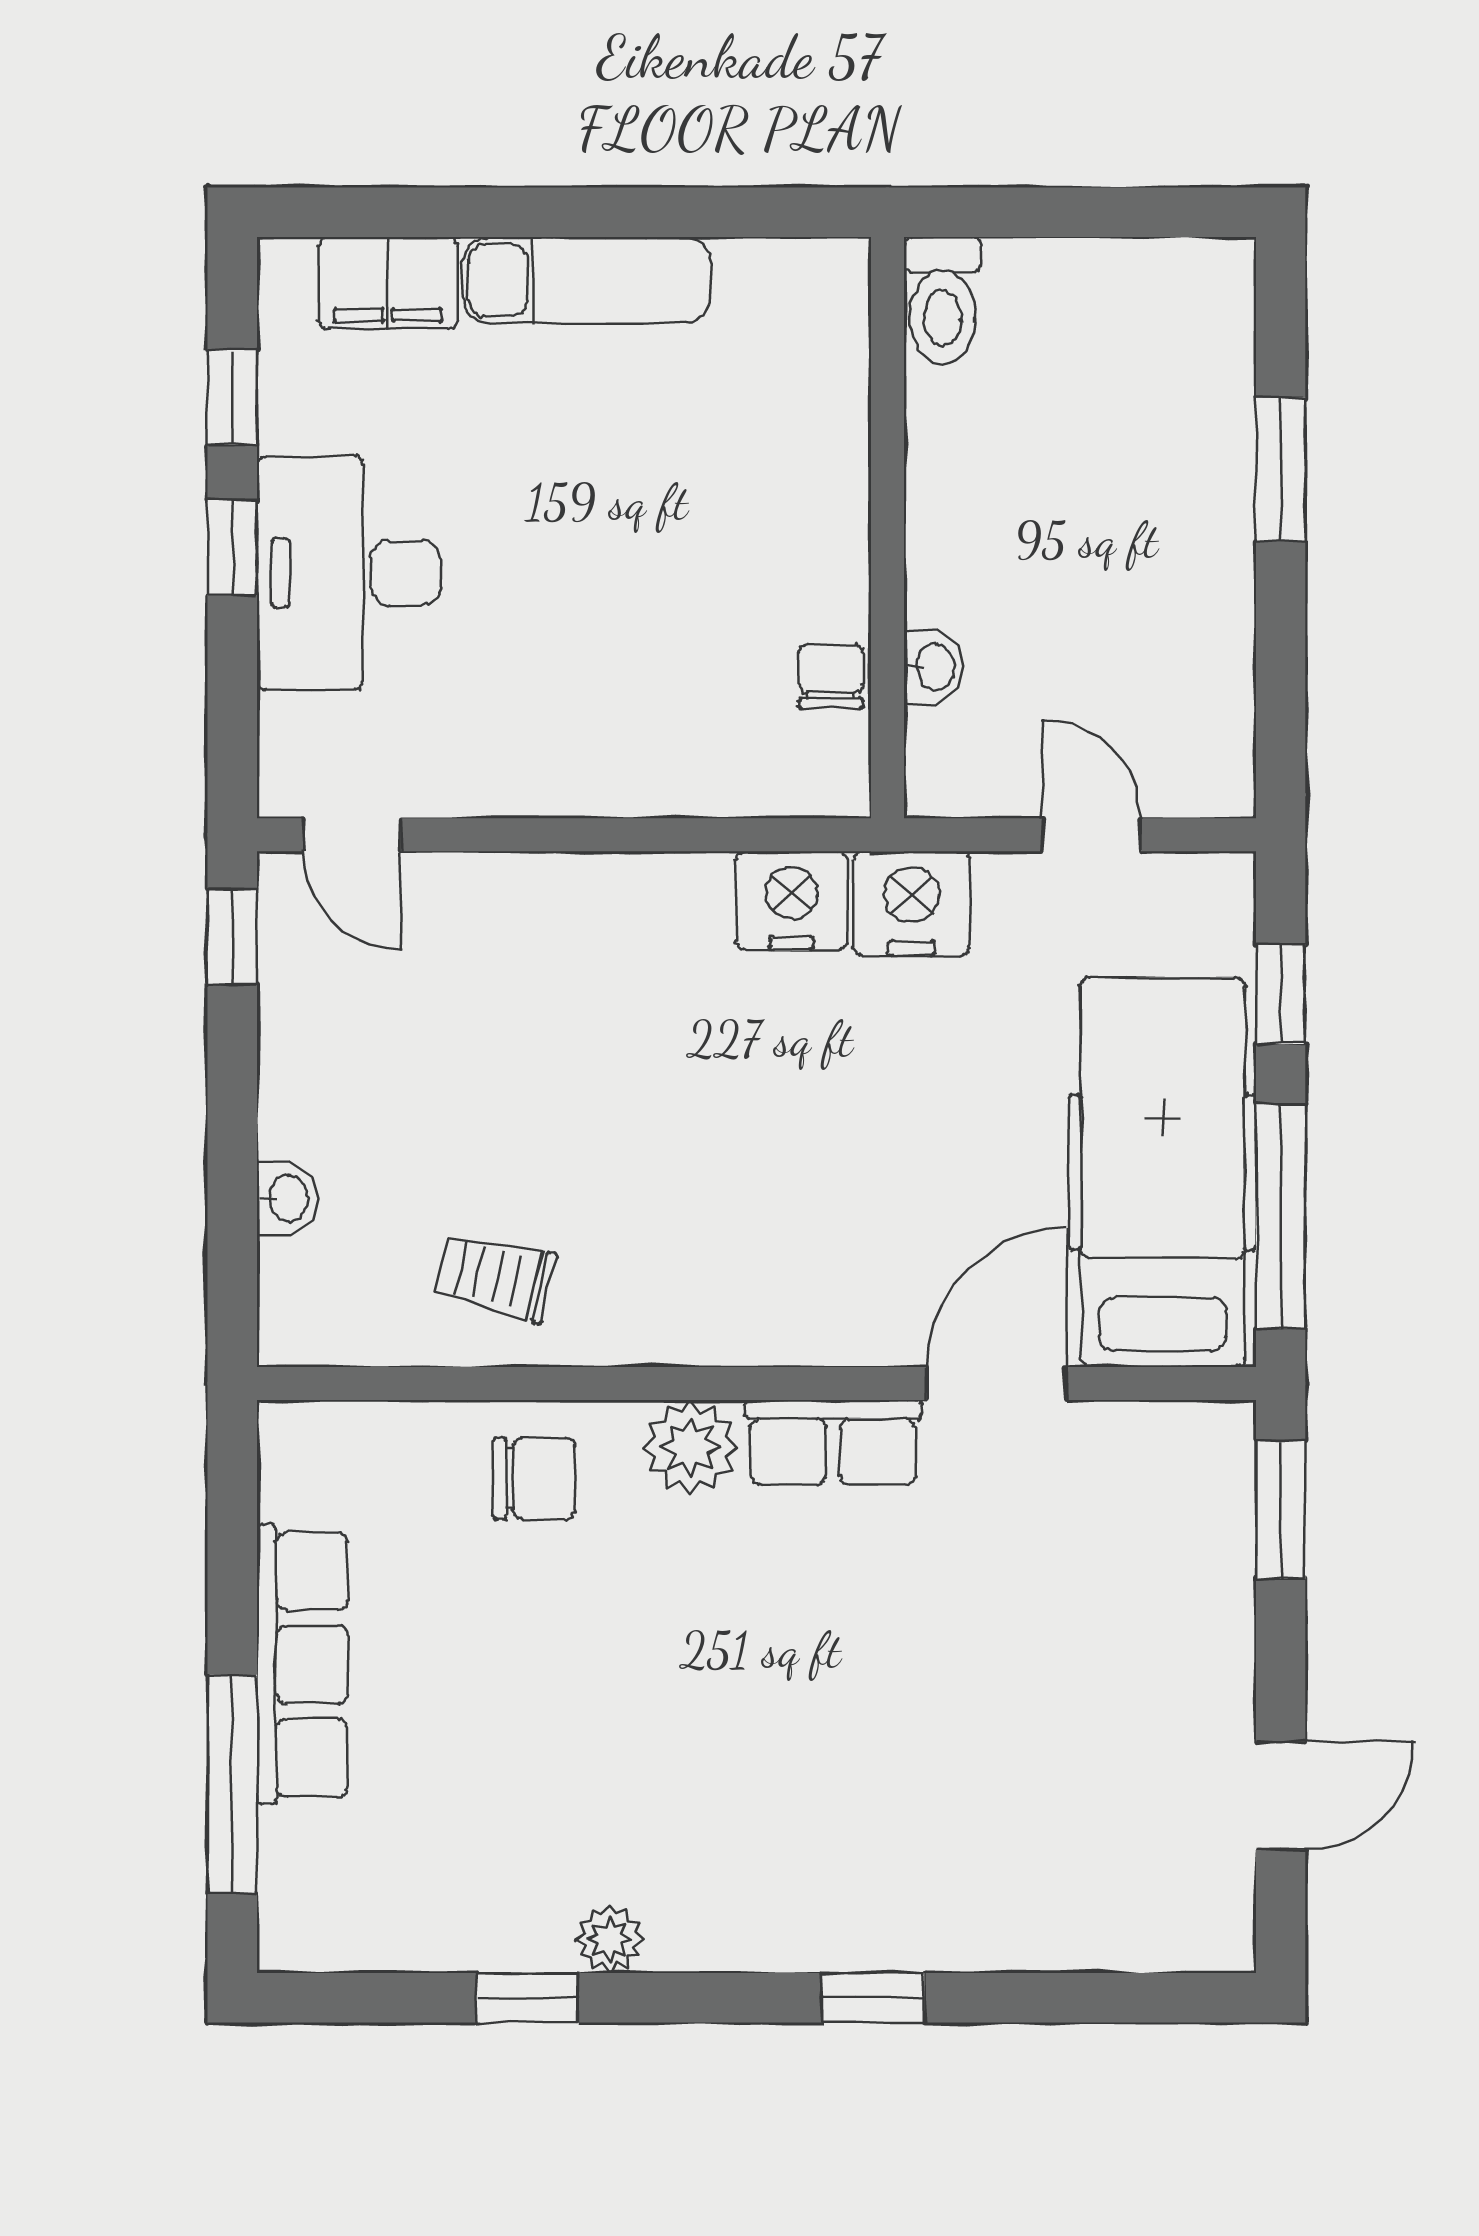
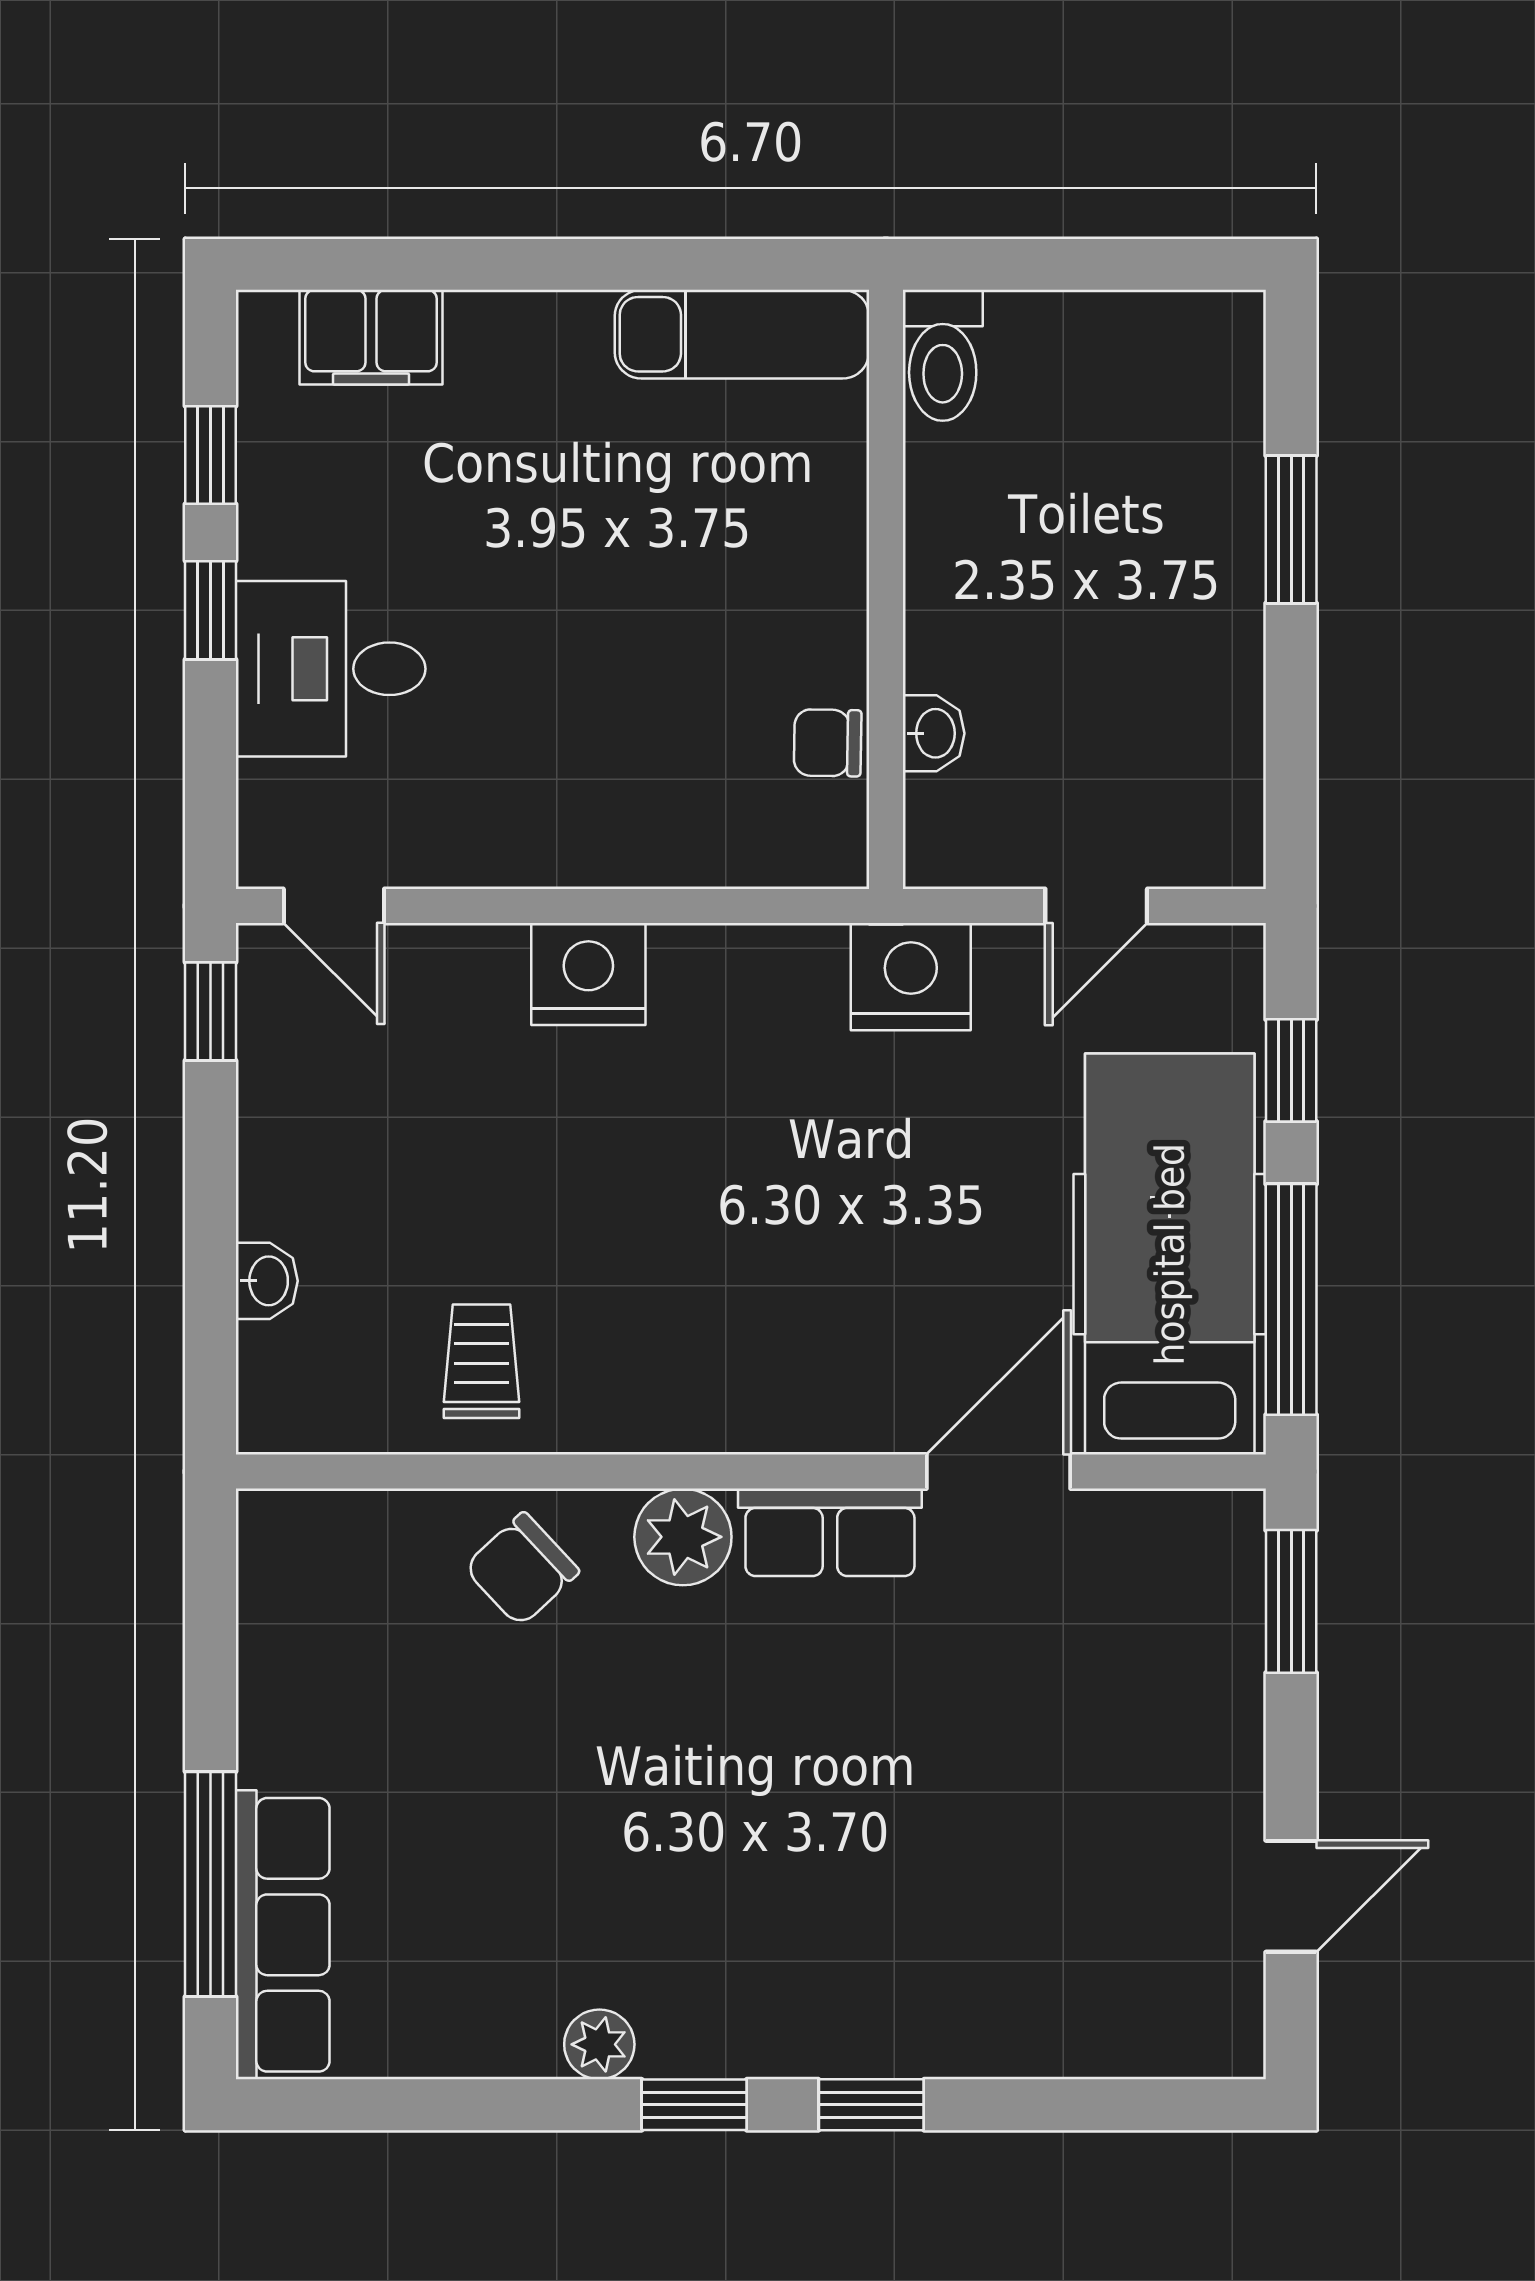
exam couch: (587, 280) -> (742, 334), moved
desk: (349, 573) -> (331, 669), width x0.73
chair: (831, 676) -> (828, 743), turned -89
door: (1091, 835) -> (1096, 906), swing flipped
nightstand: (792, 901) -> (588, 974), moved
trolley: (495, 1276) -> (482, 1361), turned 77
chair: (534, 1478) -> (522, 1569), turned 137
row of seats: (302, 1664) -> (283, 1935), moved
window: (527, 1998) -> (694, 2105), moved

